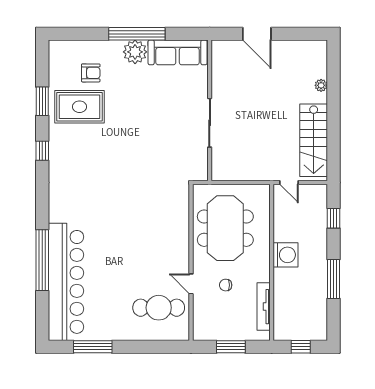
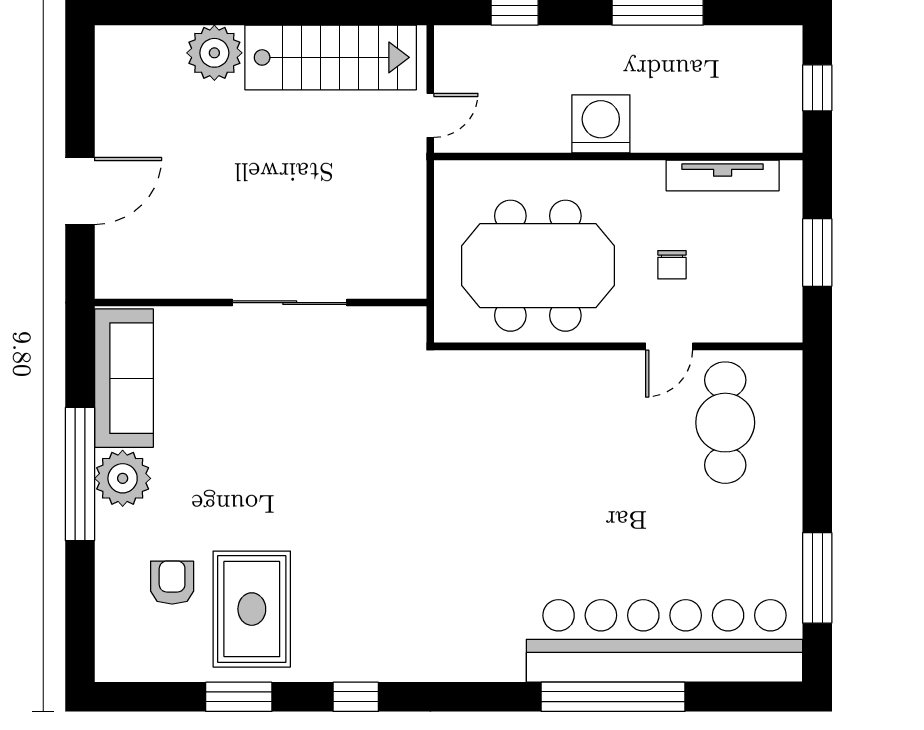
plant: (321, 85) -> (214, 53), width x1.88, depth x1.88

